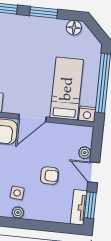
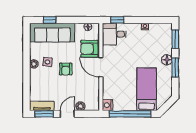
floor lamp: (74, 28) -> (167, 60), moved
bed: (67, 89) -> (147, 89), moved, turned -90
armchair: (49, 176) -> (66, 69), moved

